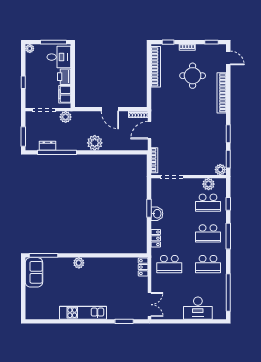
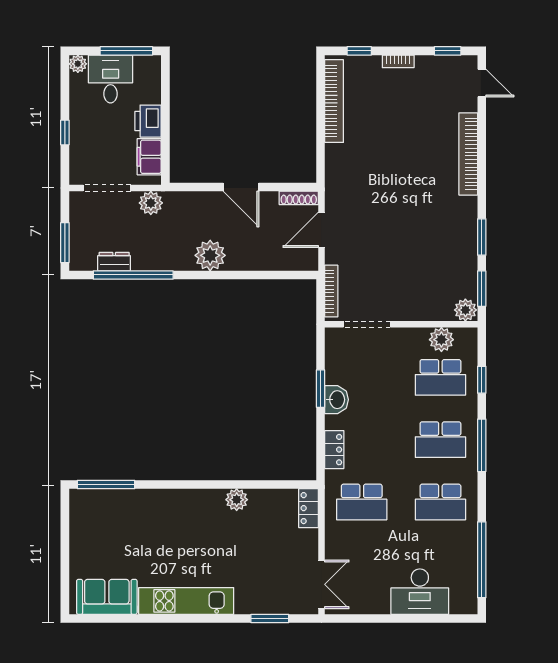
desk: (59, 57) -> (111, 79), moved, turned -90
round table: (193, 76) -> (409, 119), removed
plant: (79, 263) -> (237, 500), moved
sofa: (34, 272) -> (107, 597), moved, turned -90

